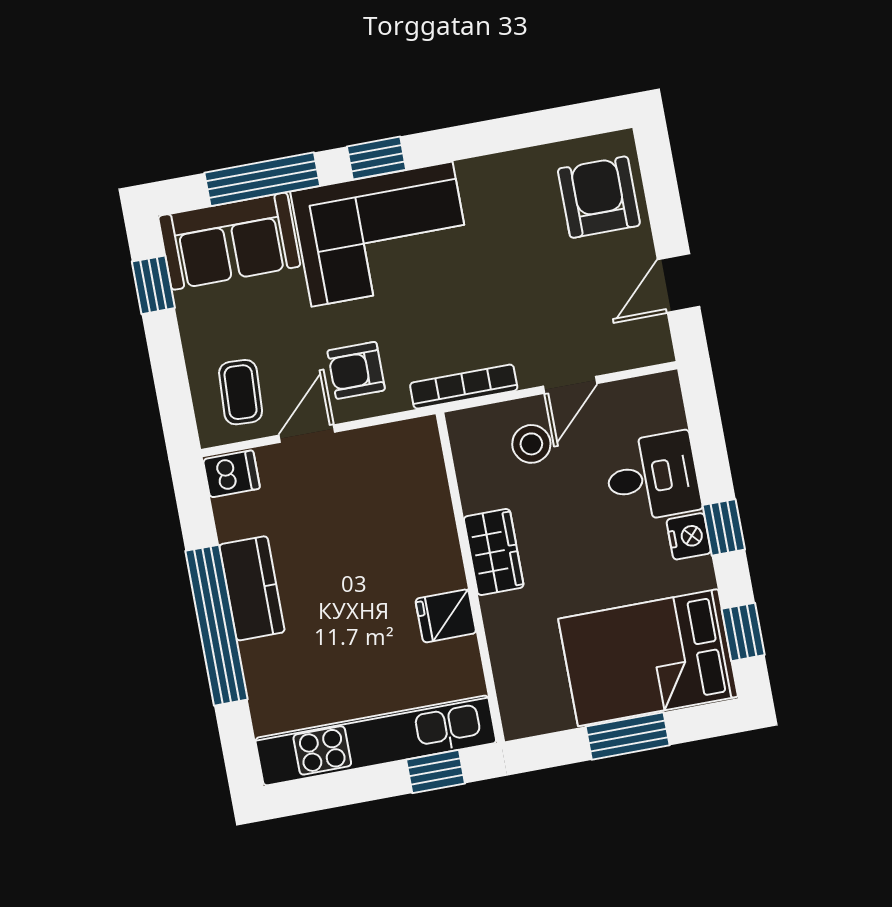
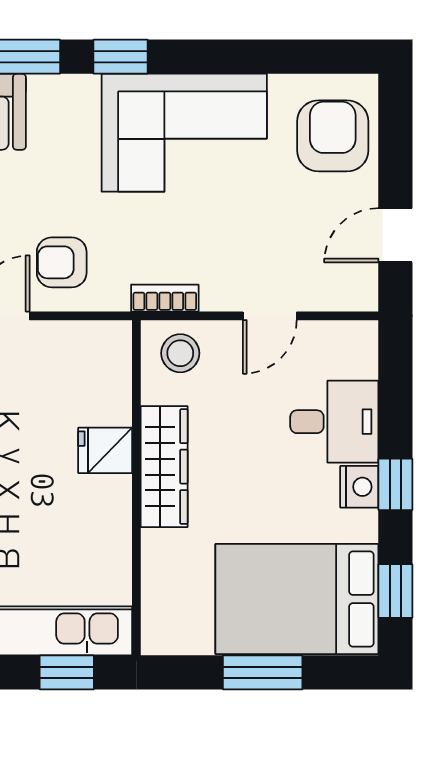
corner sofa: (382, 234) -> (184, 133), moved
bookcase: (464, 387) -> (165, 298), width x0.64
stool: (531, 444) -> (180, 353), moved
wardrobe: (494, 552) -> (164, 467), width x1.50
fridge: (446, 616) -> (105, 450), moved

